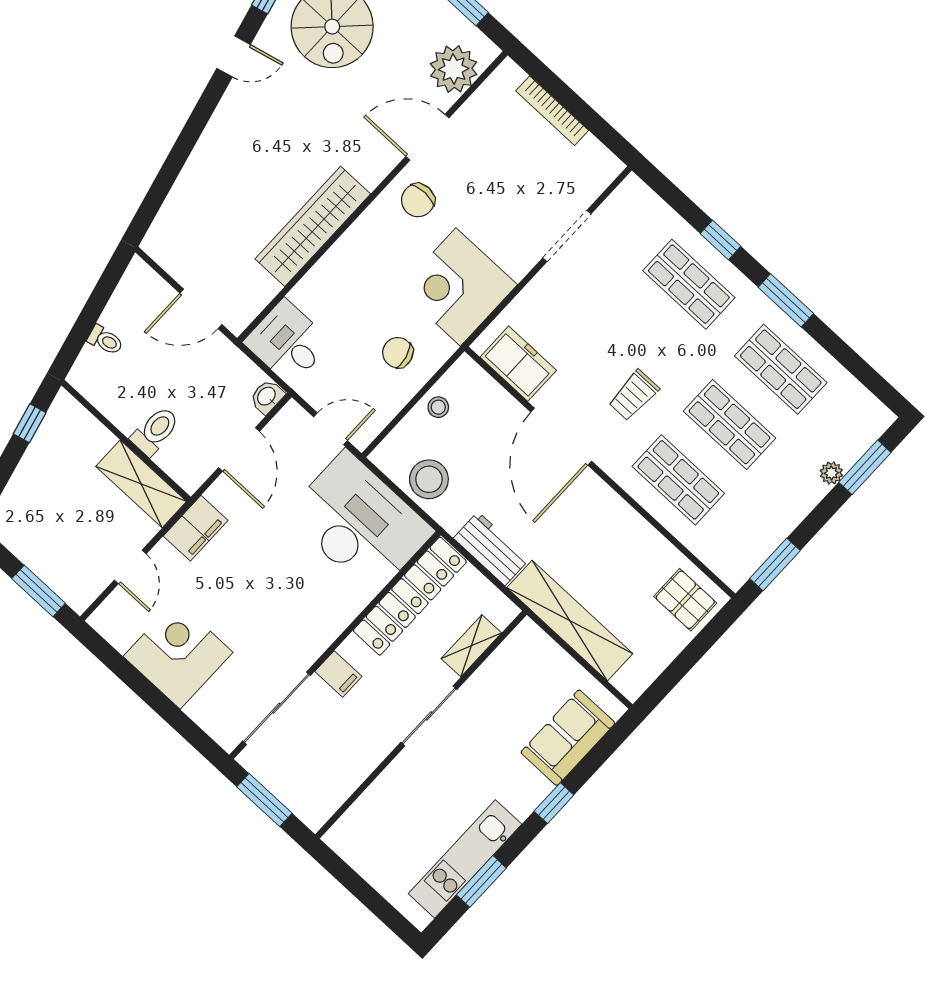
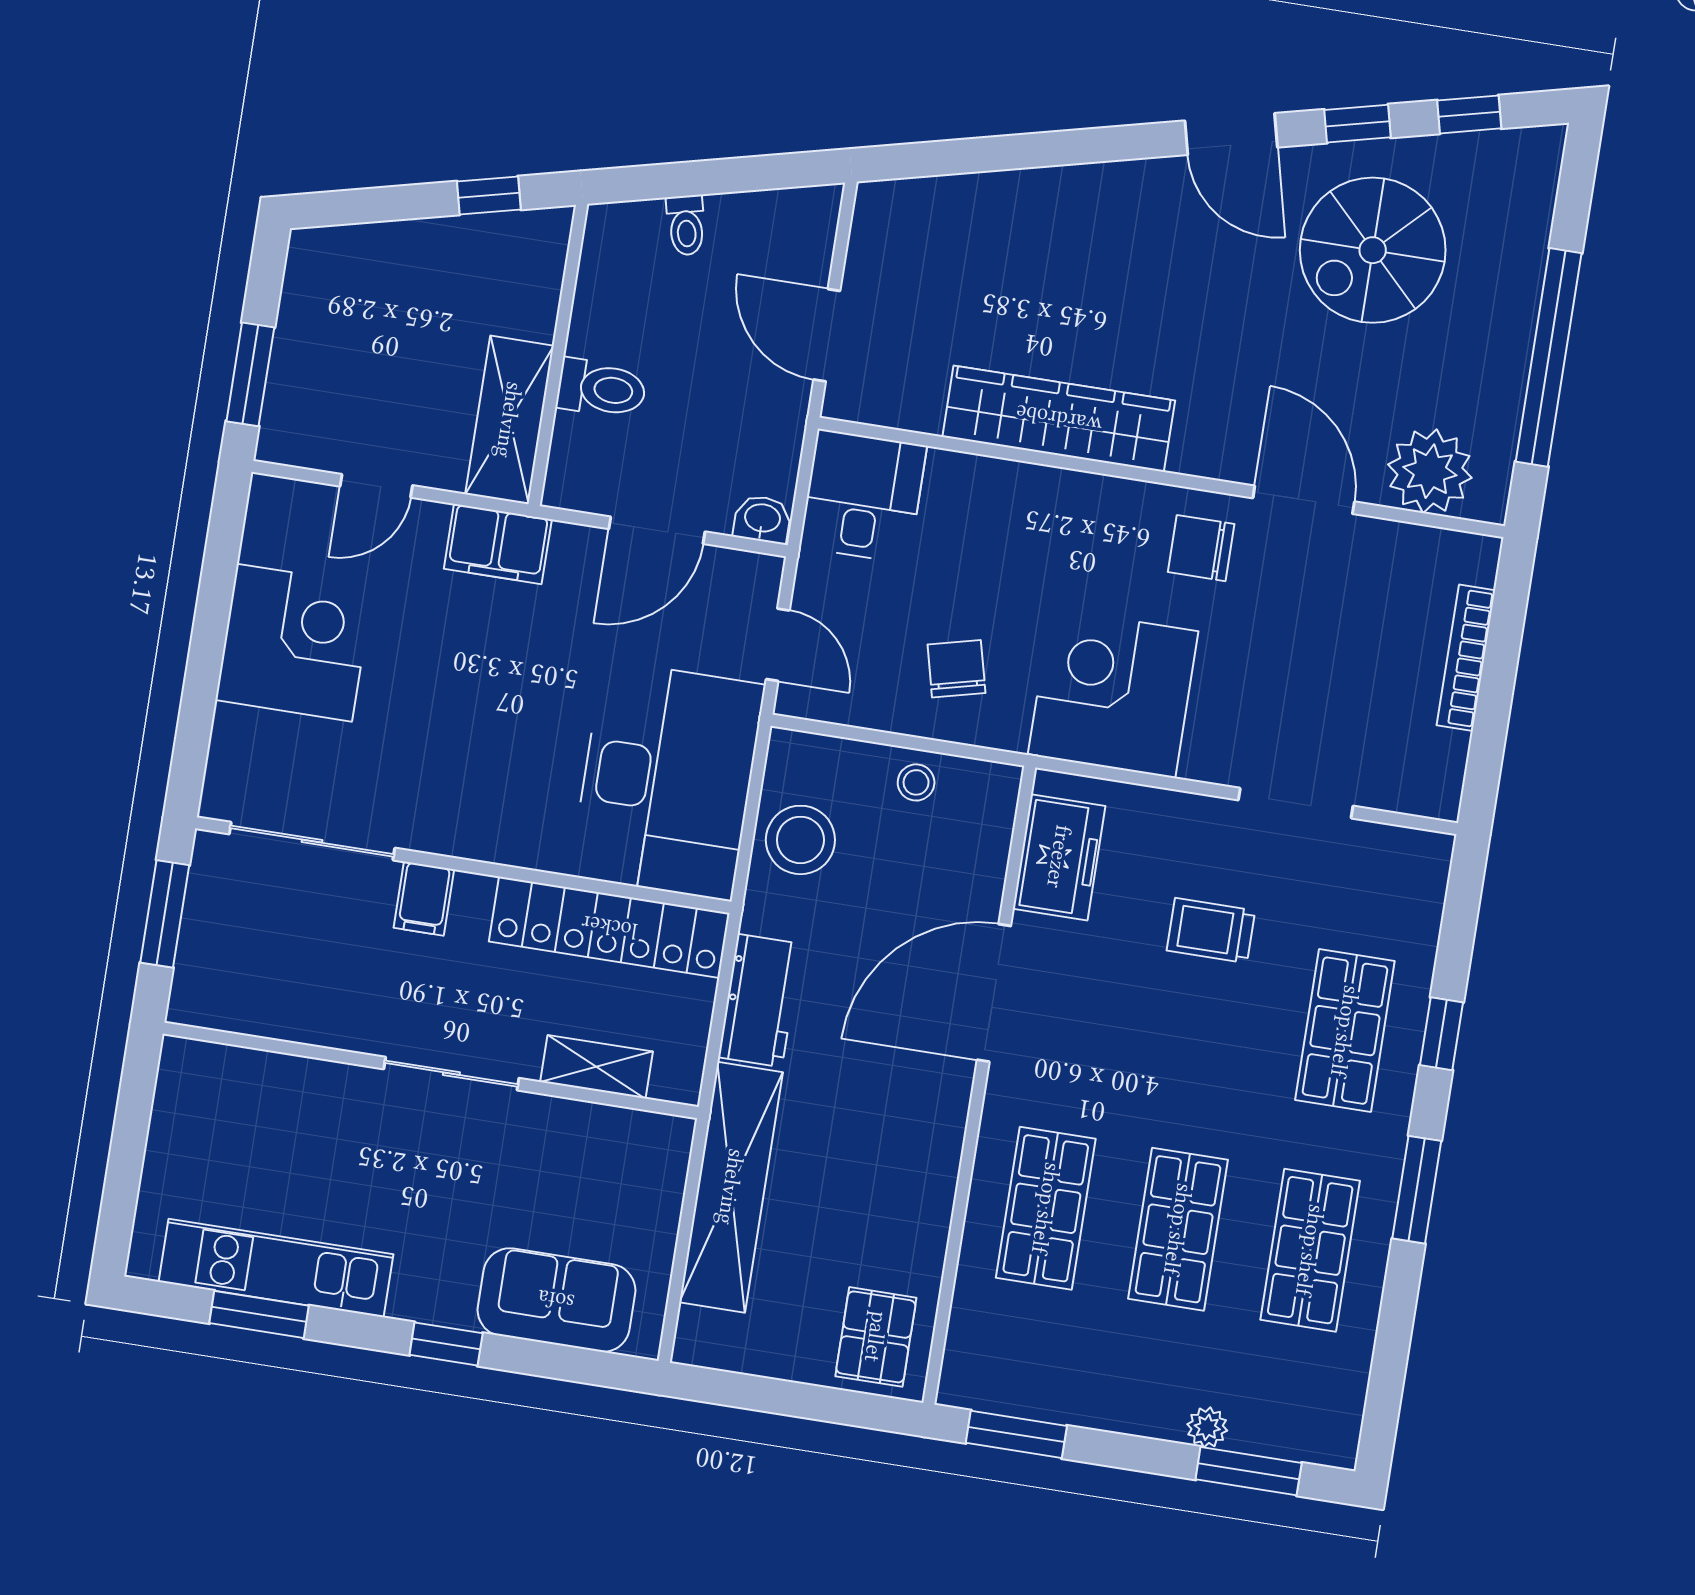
door: (233, 56) -> (1231, 134), width x1.38
trolley: (634, 395) -> (1211, 931), moved

